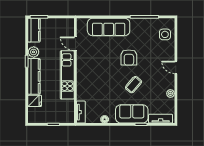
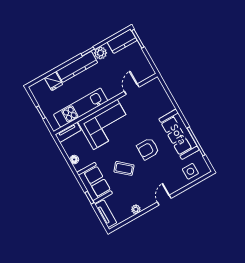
sofa: (109, 27) -> (179, 134), moved
kitchen unit: (67, 75) -> (81, 108), moved
corner sofa: (91, 80) -> (105, 124), added

